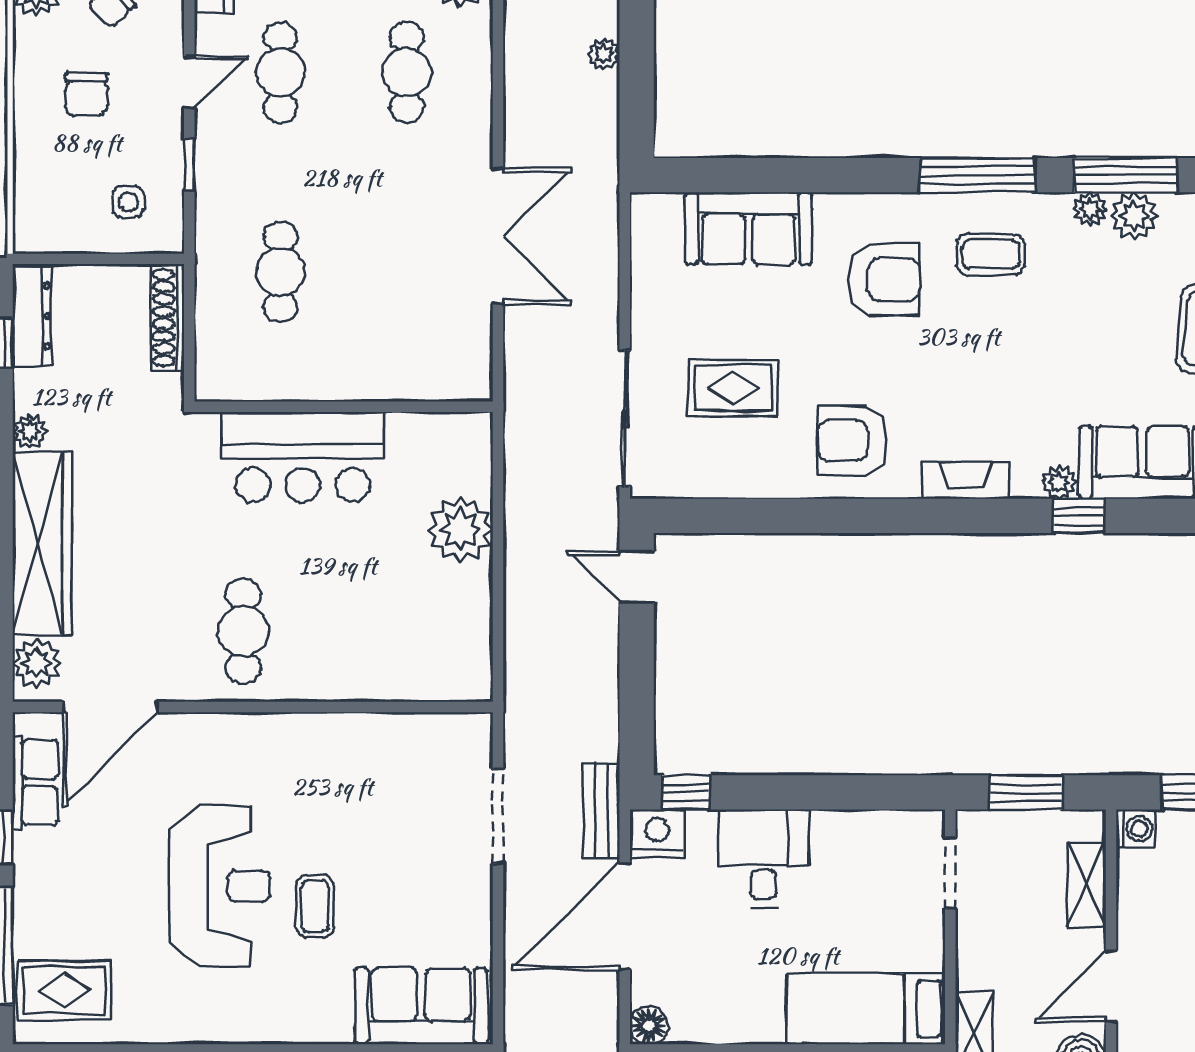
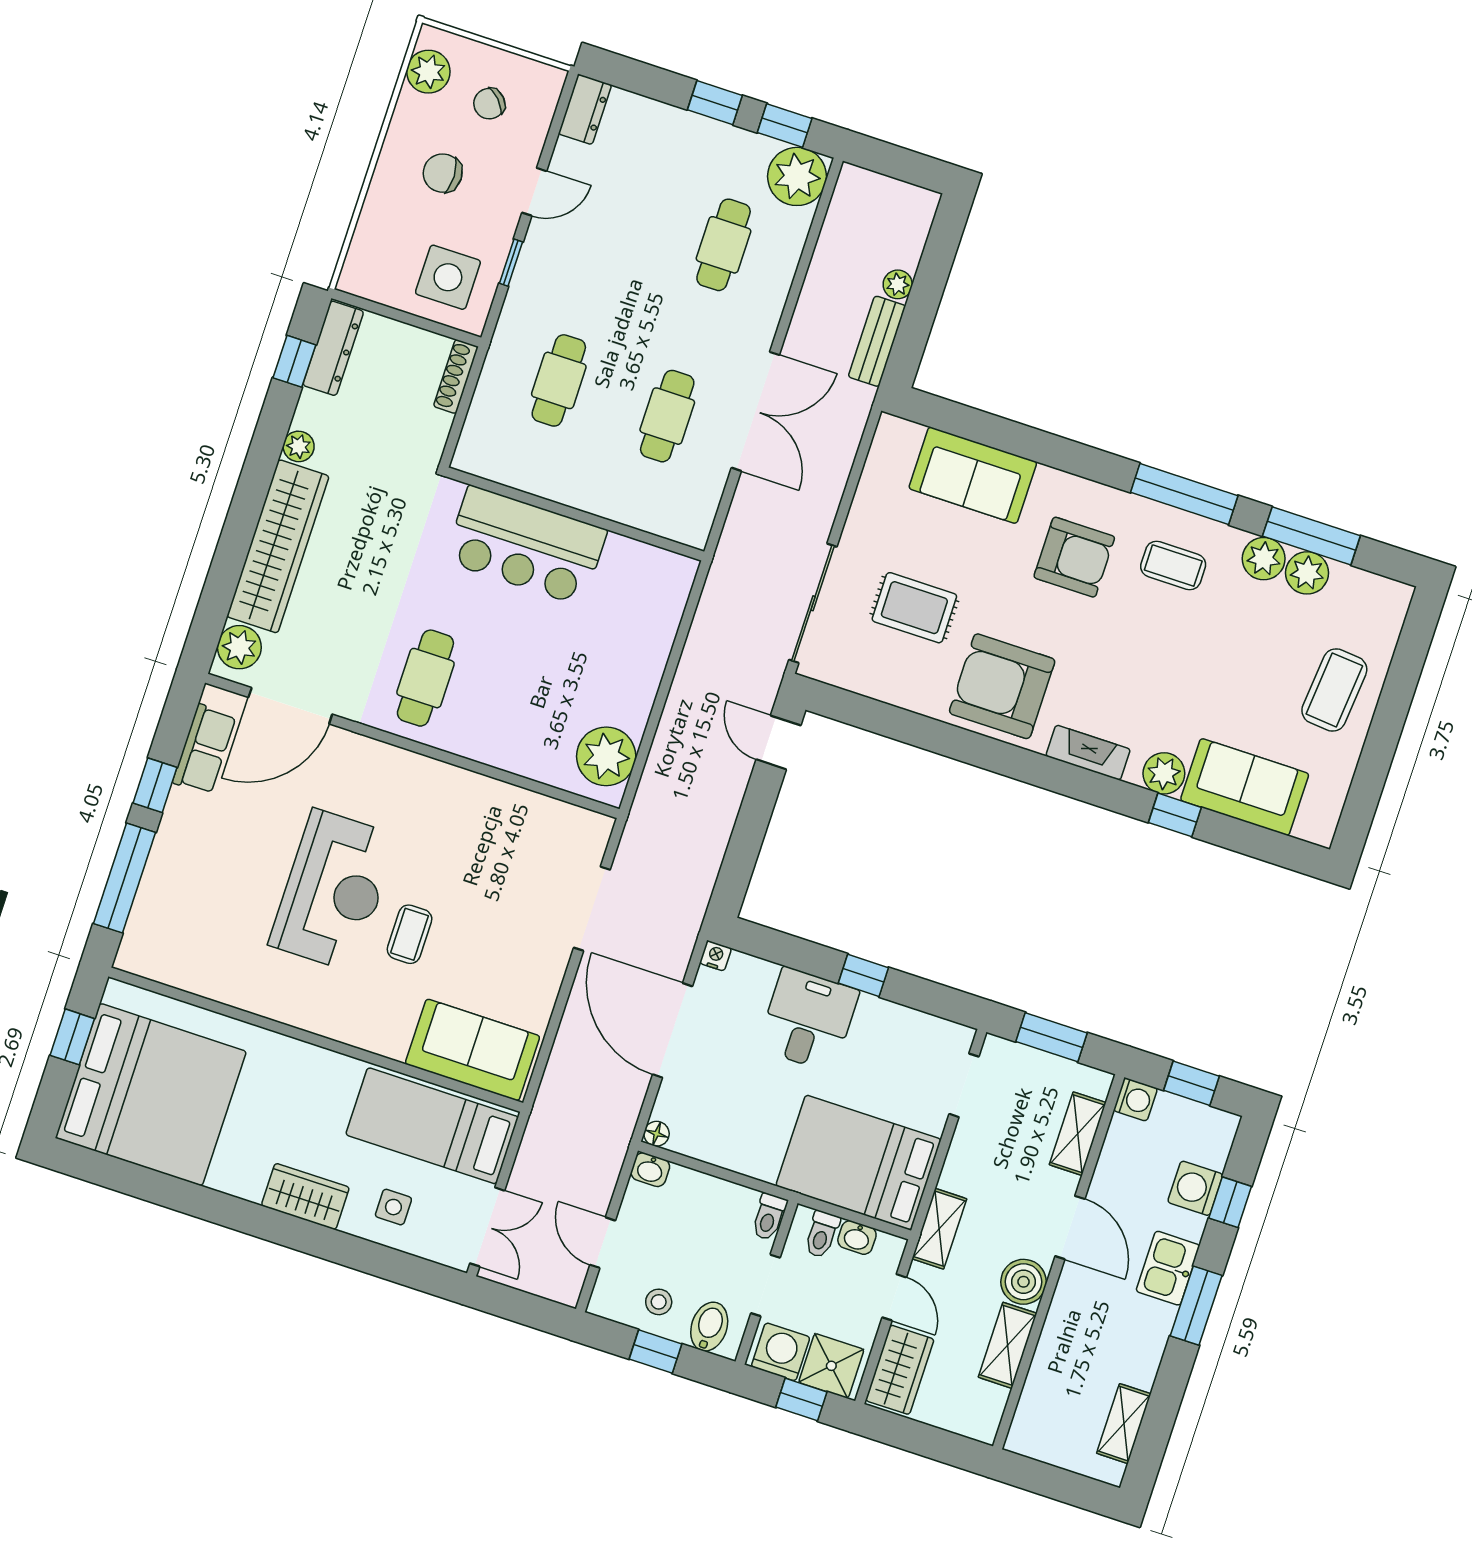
cafe table: (280, 72) -> (667, 416), moved
chair: (87, 94) -> (443, 173), turned 89
side table: (128, 202) -> (448, 277), width x1.87, depth x1.87
plant: (1090, 209) -> (1264, 559), width x1.38, depth x1.38
shoe rack: (168, 318) -> (456, 376), width x0.74, depth x0.81
armchair: (852, 440) -> (1002, 686), width x1.36, depth x1.36
plant: (1059, 482) -> (1164, 773), width x1.38, depth x1.38
plant: (460, 529) -> (606, 756), moved
window: (686, 792) -> (863, 975), moved
bench: (602, 811) -> (877, 341), moved
nightstand: (657, 834) -> (716, 956), width x0.53, depth x0.56
door: (625, 916) -> (673, 1030), hinge flipped
door: (1111, 986) -> (1070, 1228), swing flipped
rug: (64, 990) -> (171, 936), removed
bed: (866, 1009) -> (859, 1163), width x1.50
floor lamp: (649, 1025) -> (657, 1134), width x0.73, depth x0.73

